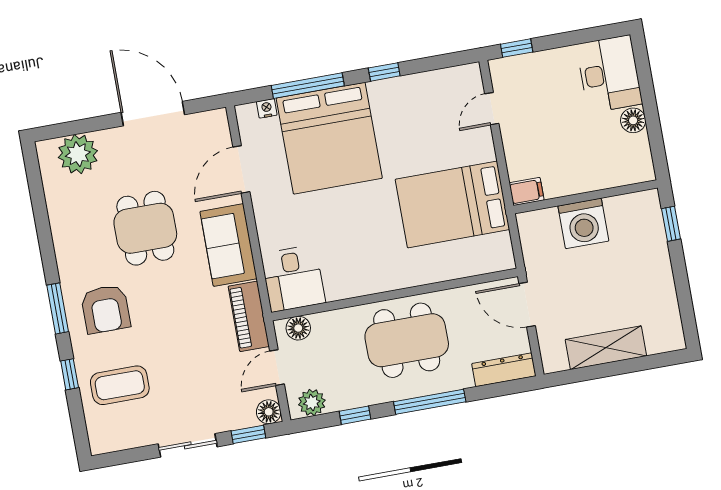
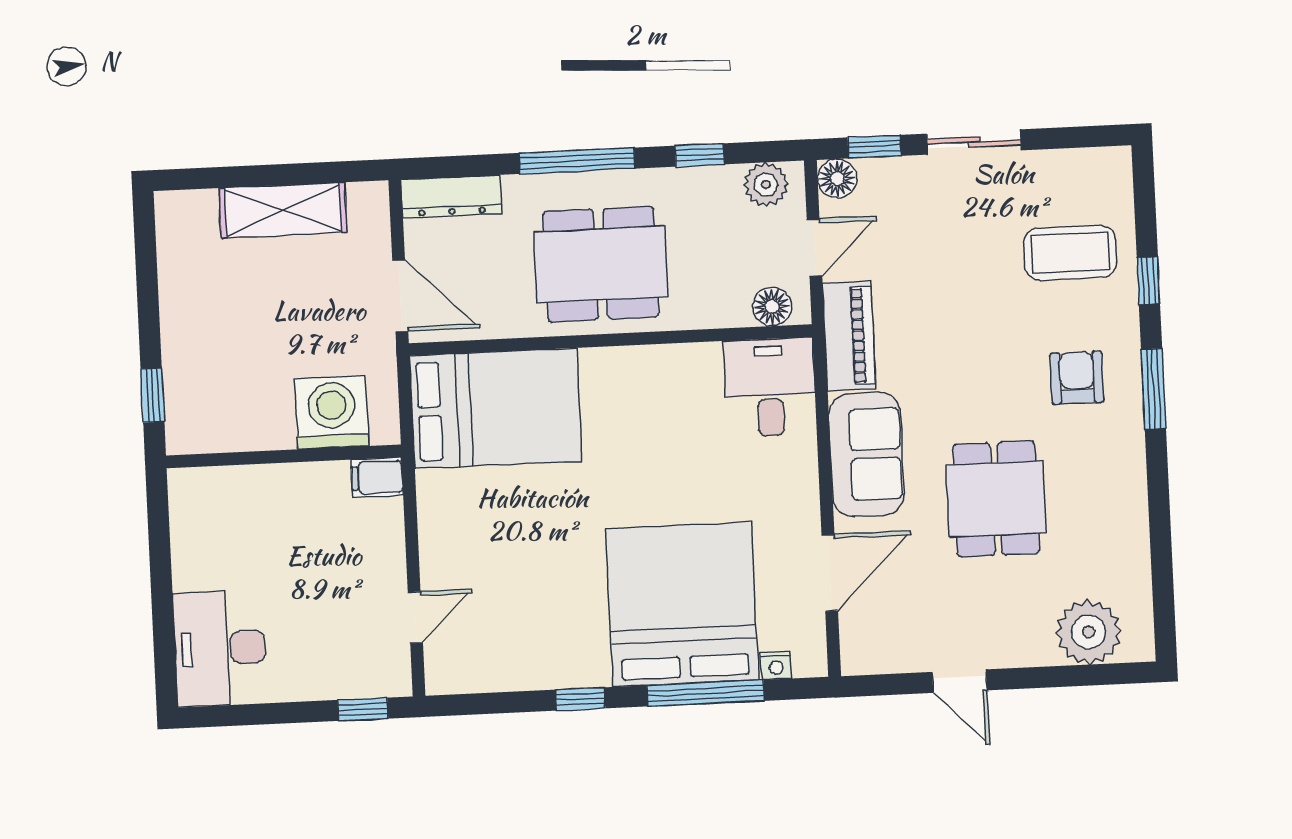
door: (153, 114) -> (960, 681), width x0.53
floor lamp: (633, 120) -> (191, 569), removed
bed: (452, 204) -> (496, 408), moved
washing machine: (583, 223) -> (332, 412), moved
armchair: (106, 309) -> (1077, 378), width x0.72, depth x0.72

